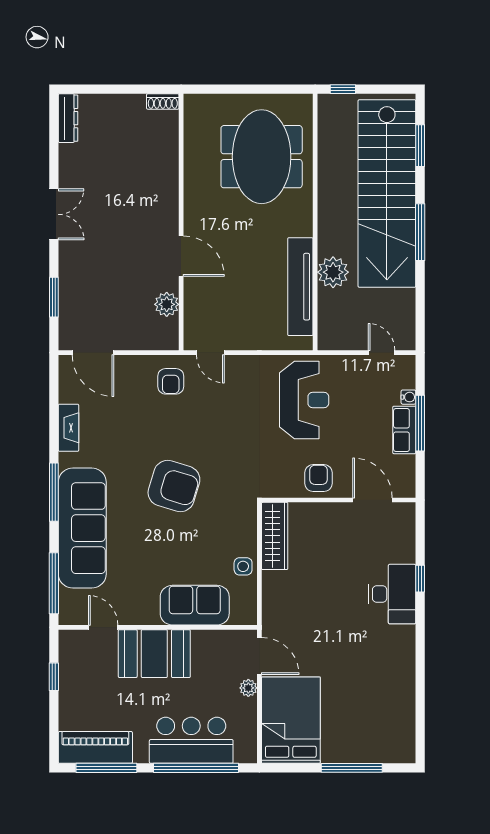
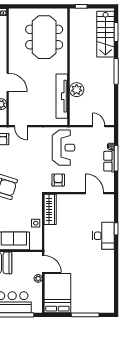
stairs: (387, 193) -> (105, 34), width x0.54, depth x0.66
armchair: (318, 478) -> (58, 180), moved

